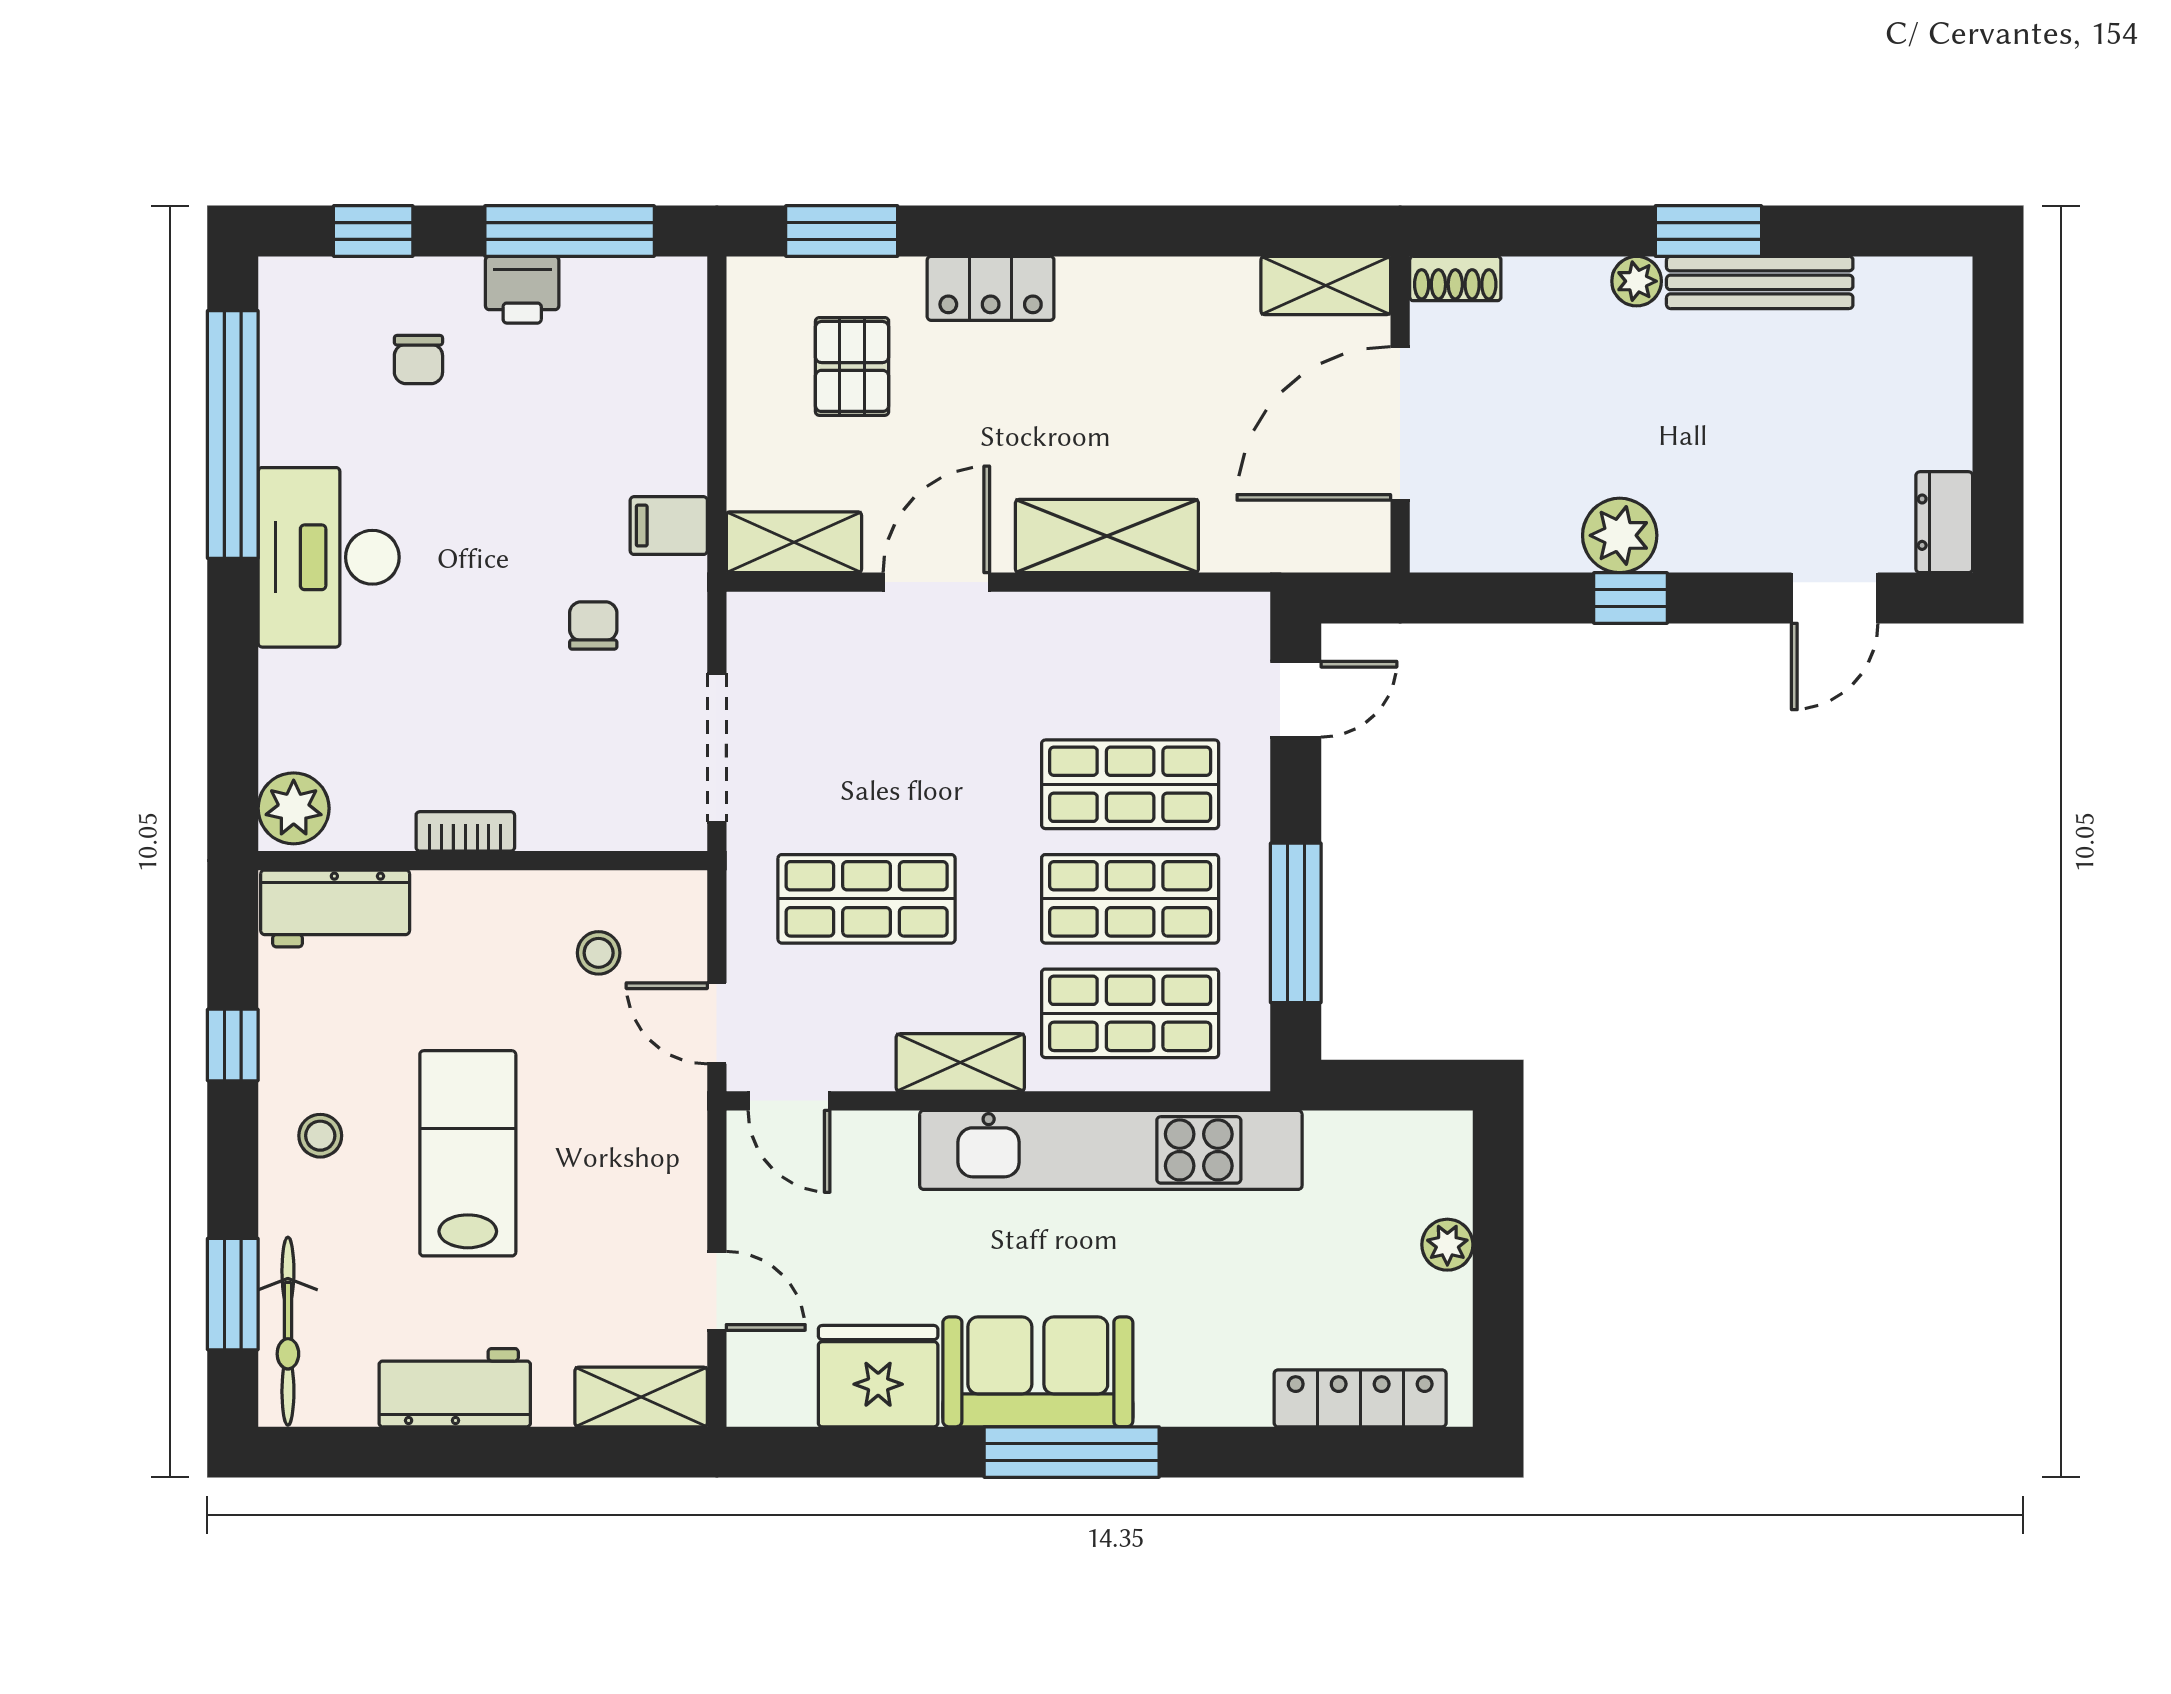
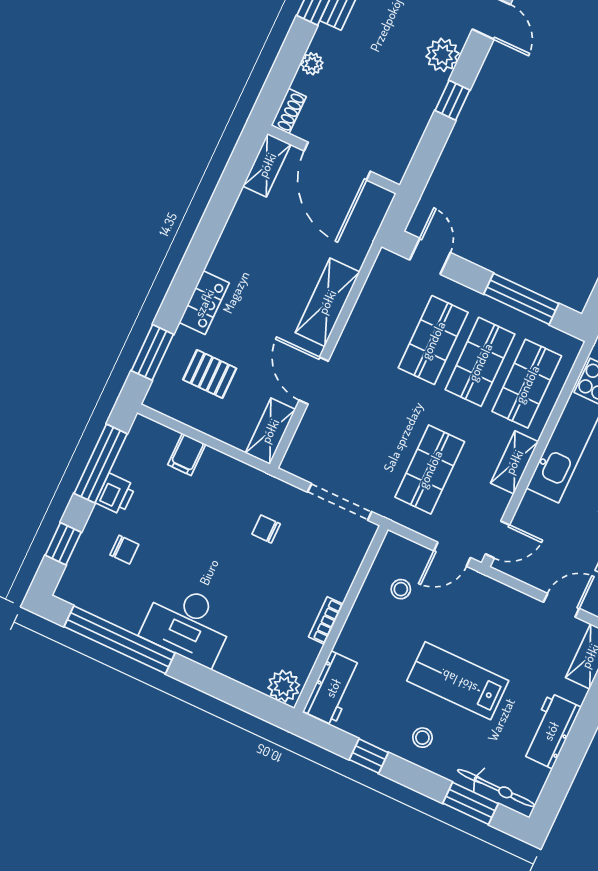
plant: (1637, 281) -> (312, 64), moved
filing cabinet: (669, 526) -> (187, 454), moved
plant: (1620, 535) -> (442, 55), moved

